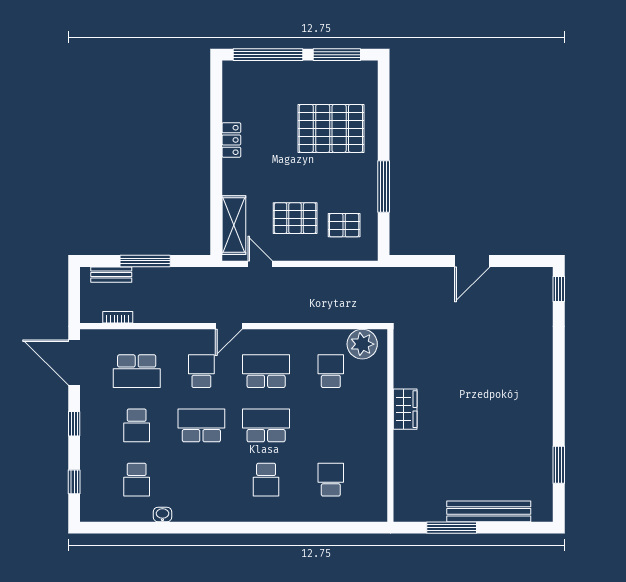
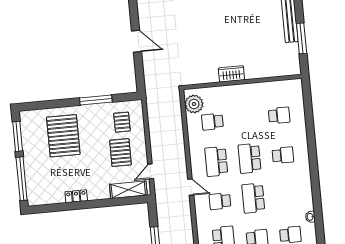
school desk: (331, 480) -> (279, 115), turned 180

